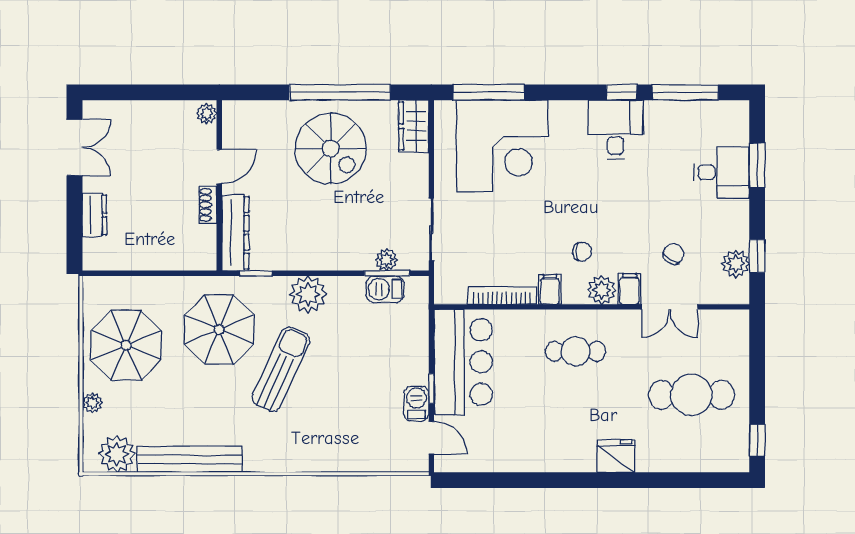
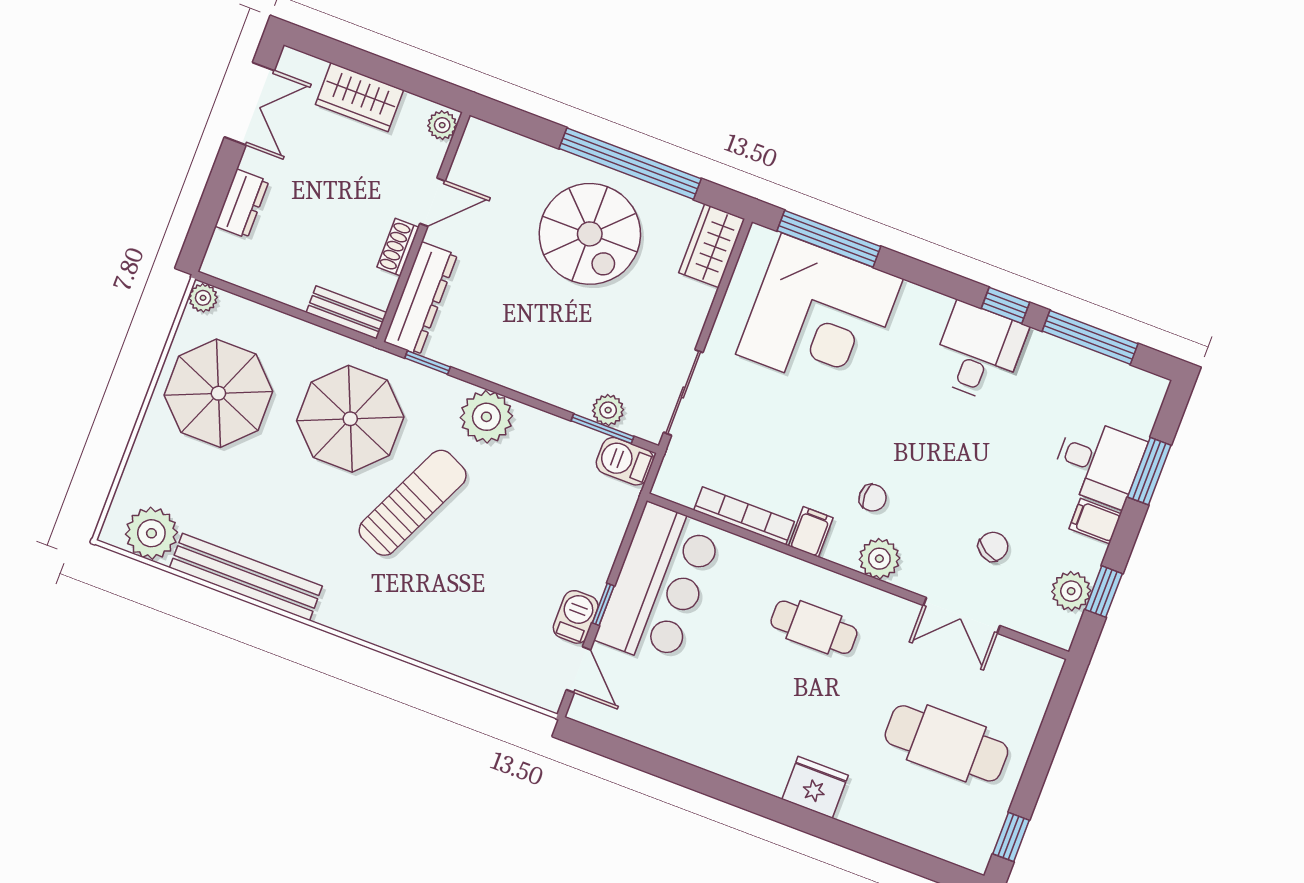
wardrobe: (145, 116) -> (359, 97), added
bench: (190, 261) -> (346, 312), added
barbecue: (385, 289) -> (625, 461), moved
filing cabinet: (629, 289) -> (1095, 521), moved, turned -90
plant: (92, 403) -> (203, 298), moved

